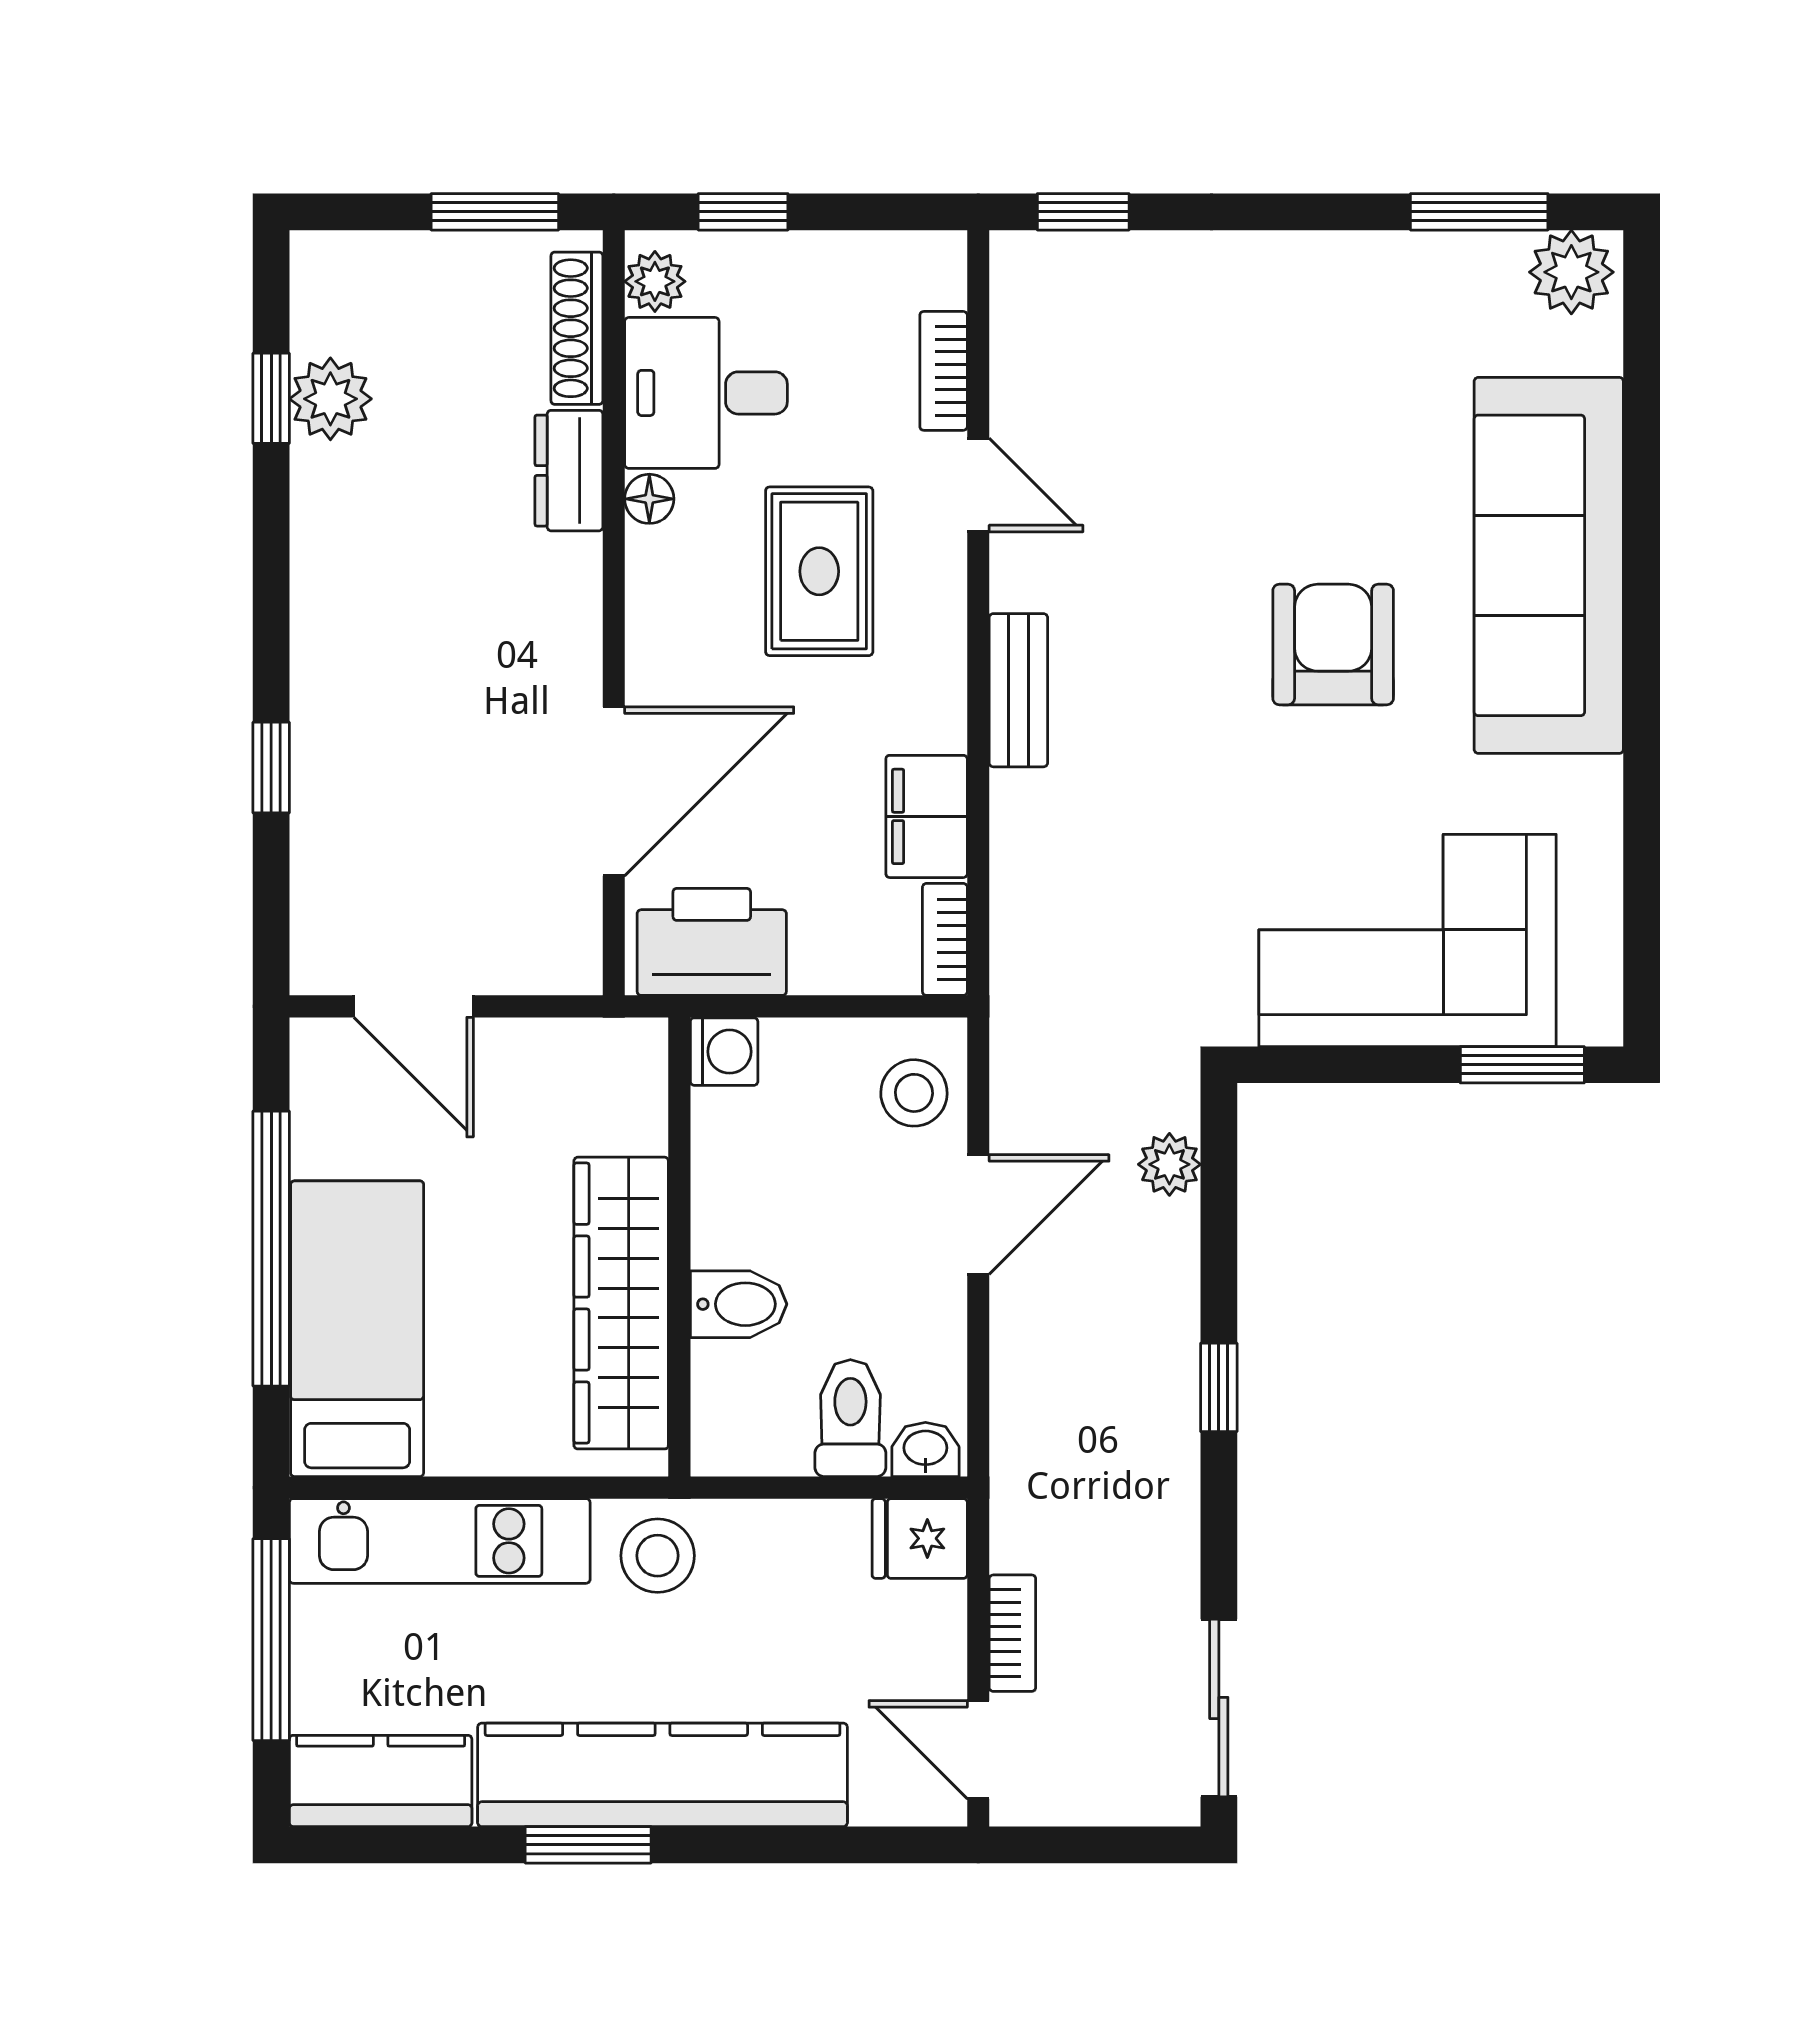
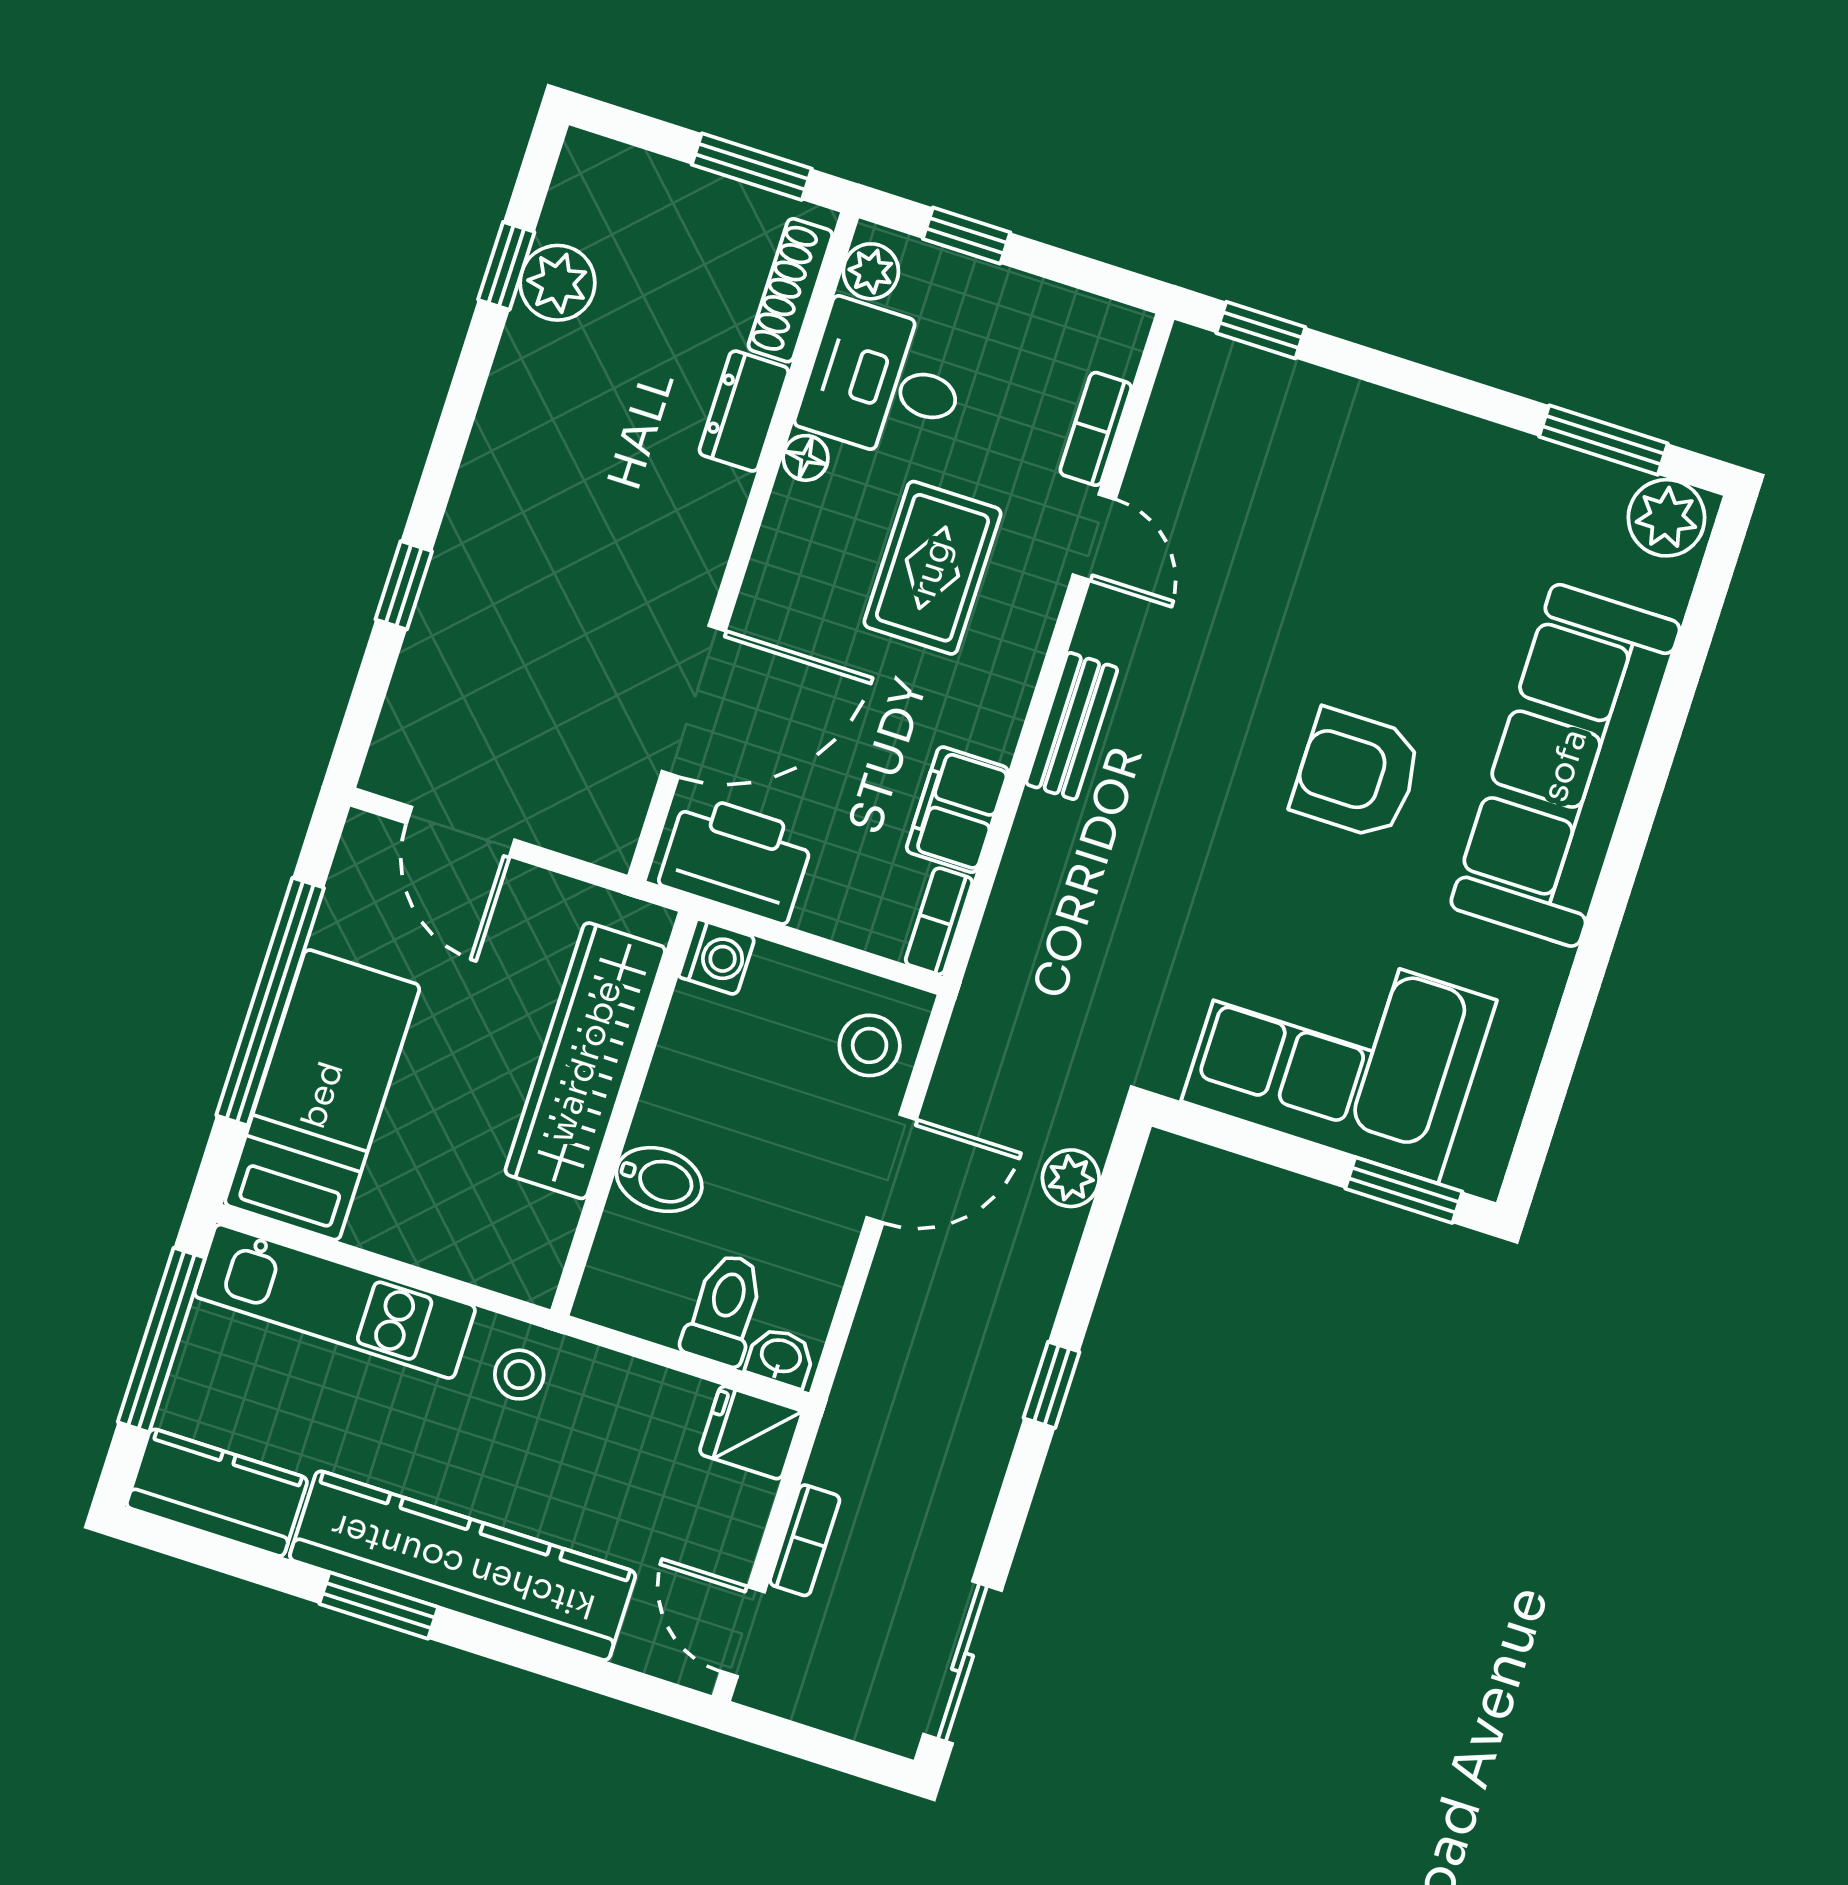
armchair: (1333, 645) -> (1357, 774), turned -90
wardrobe: (621, 1303) -> (585, 1061), moved
stool: (658, 1556) -> (519, 1375), width x0.73, depth x0.73

